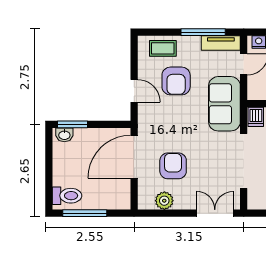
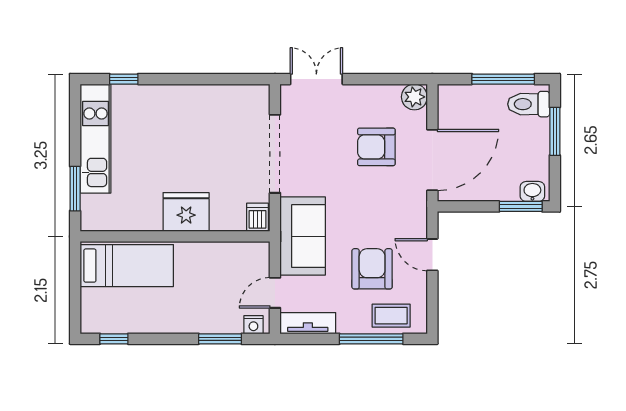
window: (203, 32) -> (371, 339), moved
armchair: (173, 166) -> (376, 147), turned 90
window: (49, 177) -> (555, 131), added
plant: (164, 201) -> (414, 97), moved
double door: (215, 213) -> (316, 79), swing flipped

